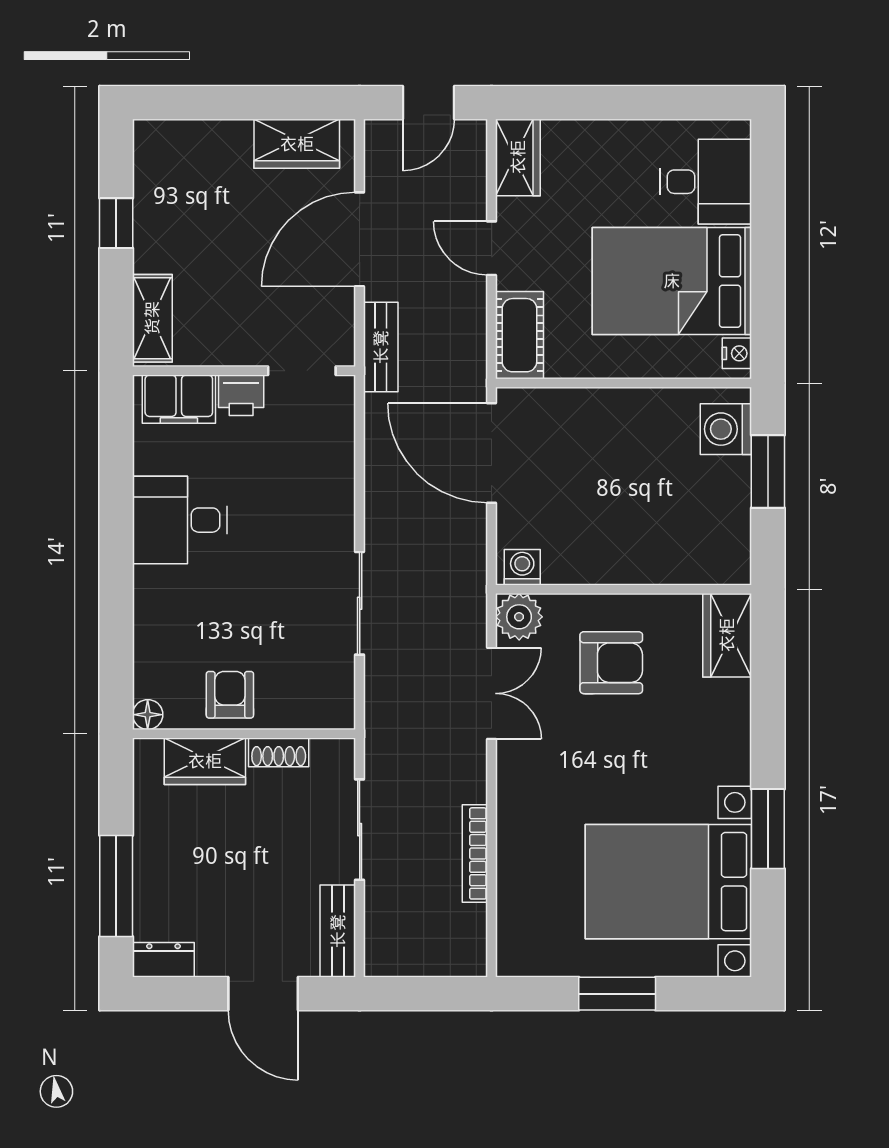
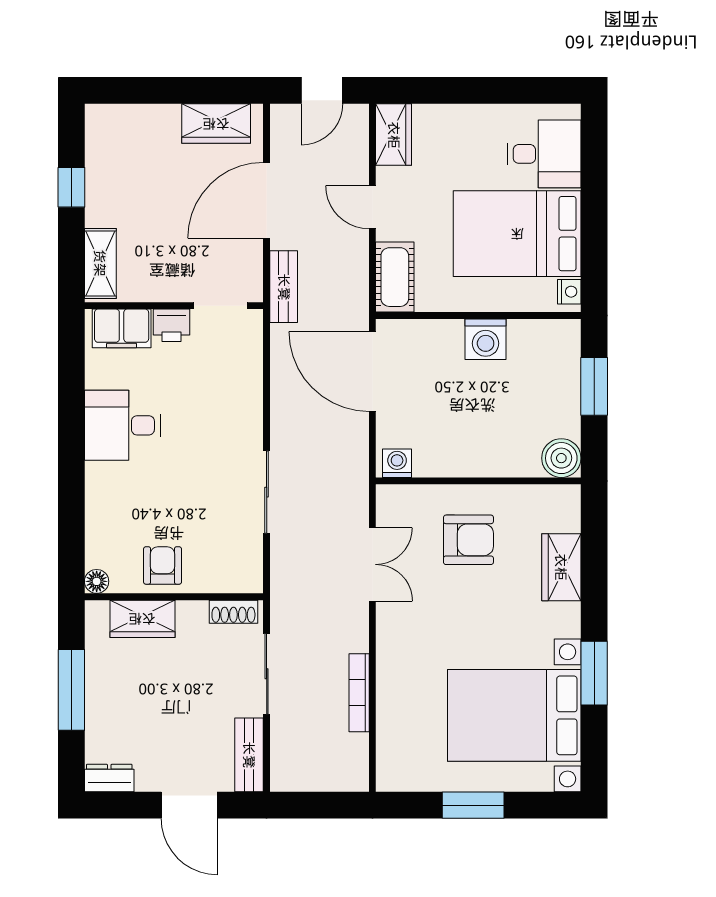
washing machine: (726, 429) -> (486, 339), moved, turned -90
boiler: (727, 561) -> (561, 458), added
plant: (519, 617) -> (394, 503), removed
wardrobe: (727, 635) -> (561, 567), moved
shoe rack: (279, 752) -> (233, 612), moved
window: (116, 886) -> (71, 690), moved

